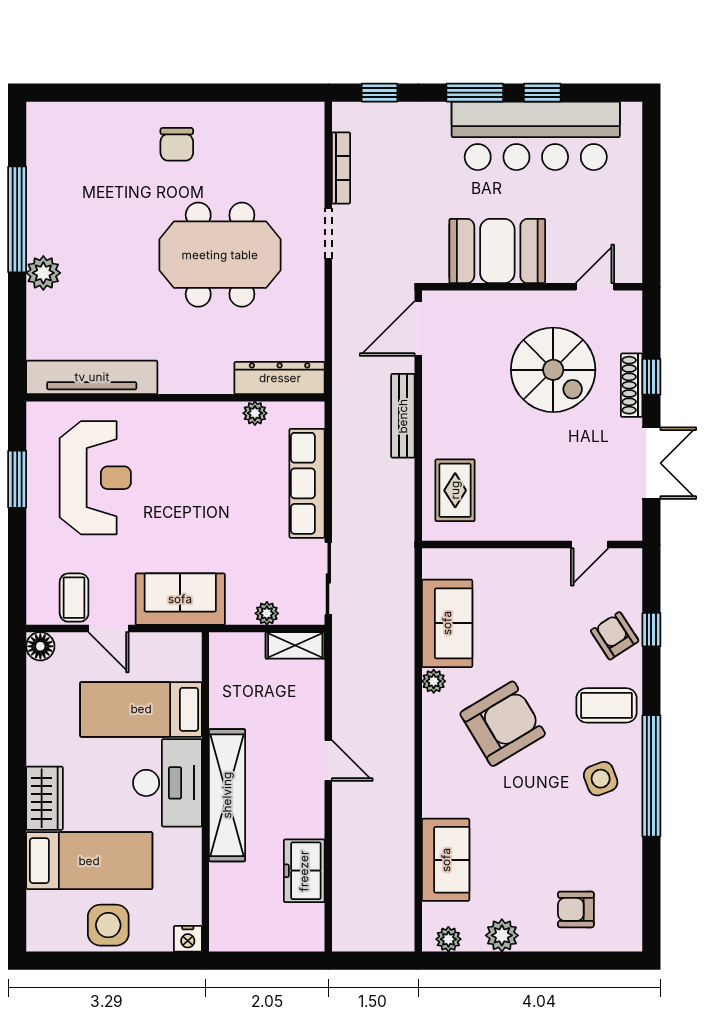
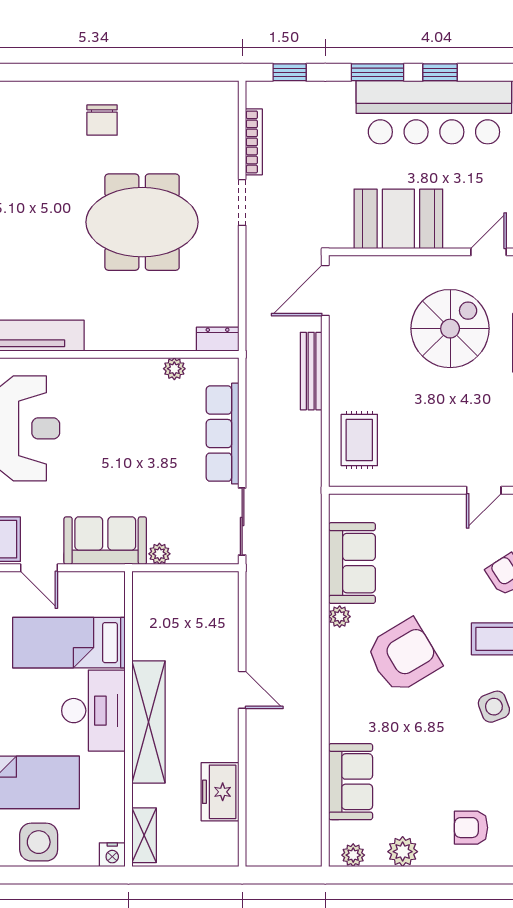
spiral stairs: (553, 370) -> (450, 329), turned -90
dresser: (280, 378) -> (218, 339), width x0.51, depth x0.80
plant: (267, 613) -> (159, 554), moved
shelving: (295, 645) -> (144, 835), moved, turned 90

